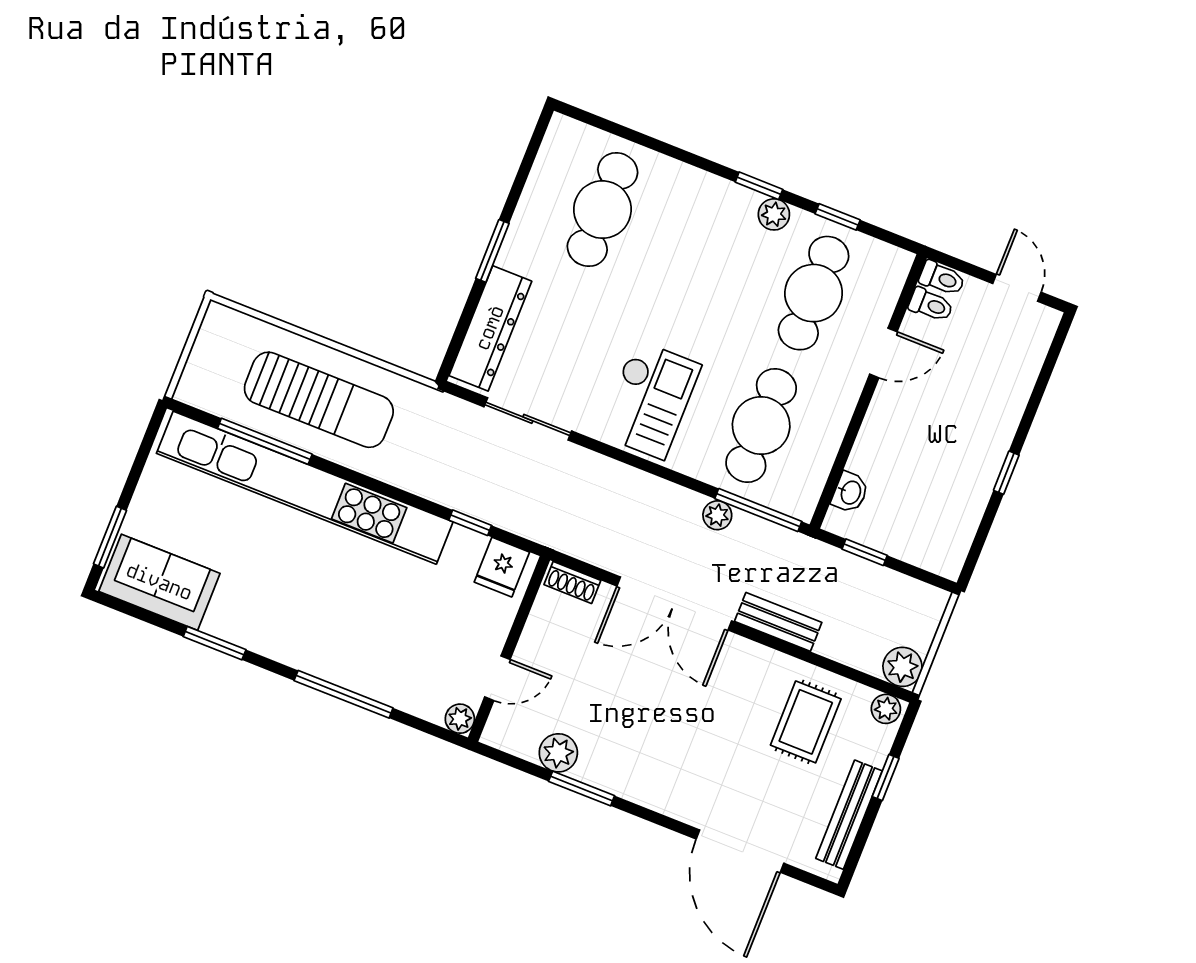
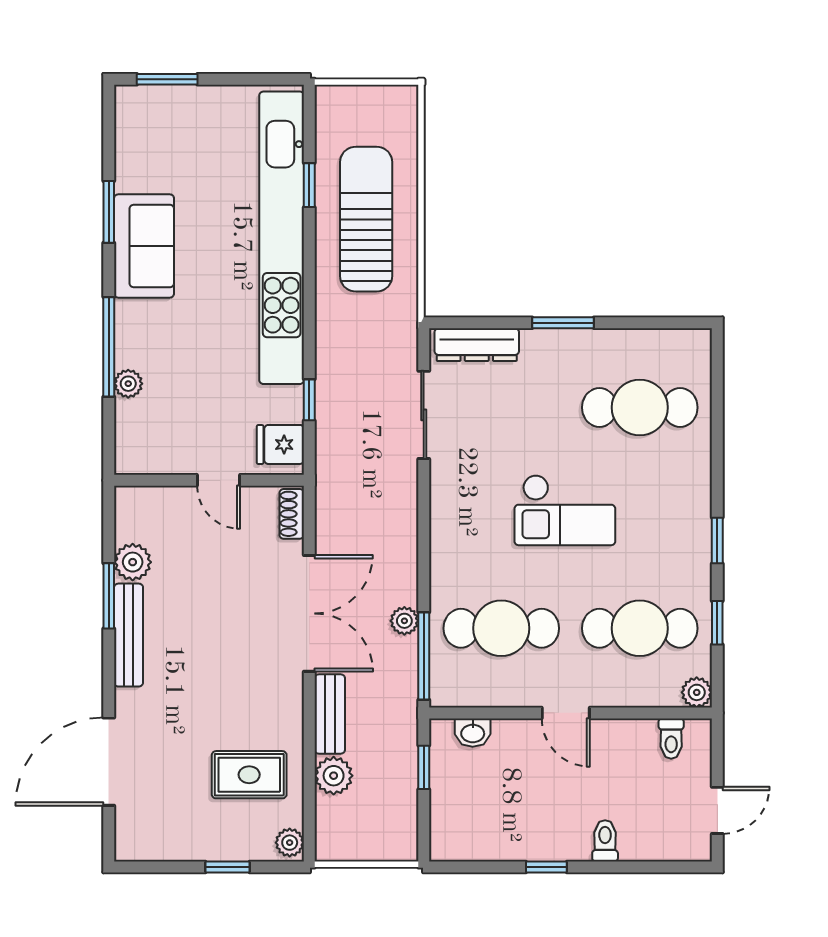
plant: (774, 214) -> (697, 692), moved
toilet: (942, 278) -> (605, 841), moved, turned 180
dresser: (490, 328) -> (477, 345), width x0.73, depth x0.80
door: (883, 353) -> (566, 713), moved
sun lounger: (319, 400) -> (366, 219), turned 180
checkout: (650, 400) -> (565, 510), moved
window: (265, 441) -> (309, 185), width x0.46
sofa: (159, 582) -> (144, 246), moved
double door: (674, 603) -> (309, 613), swing flipped
plant: (902, 667) -> (334, 776), moved
door: (497, 678) -> (219, 480), moved
plant: (460, 719) -> (128, 384), moved
bench: (849, 815) -> (129, 635), moved, turned 90

